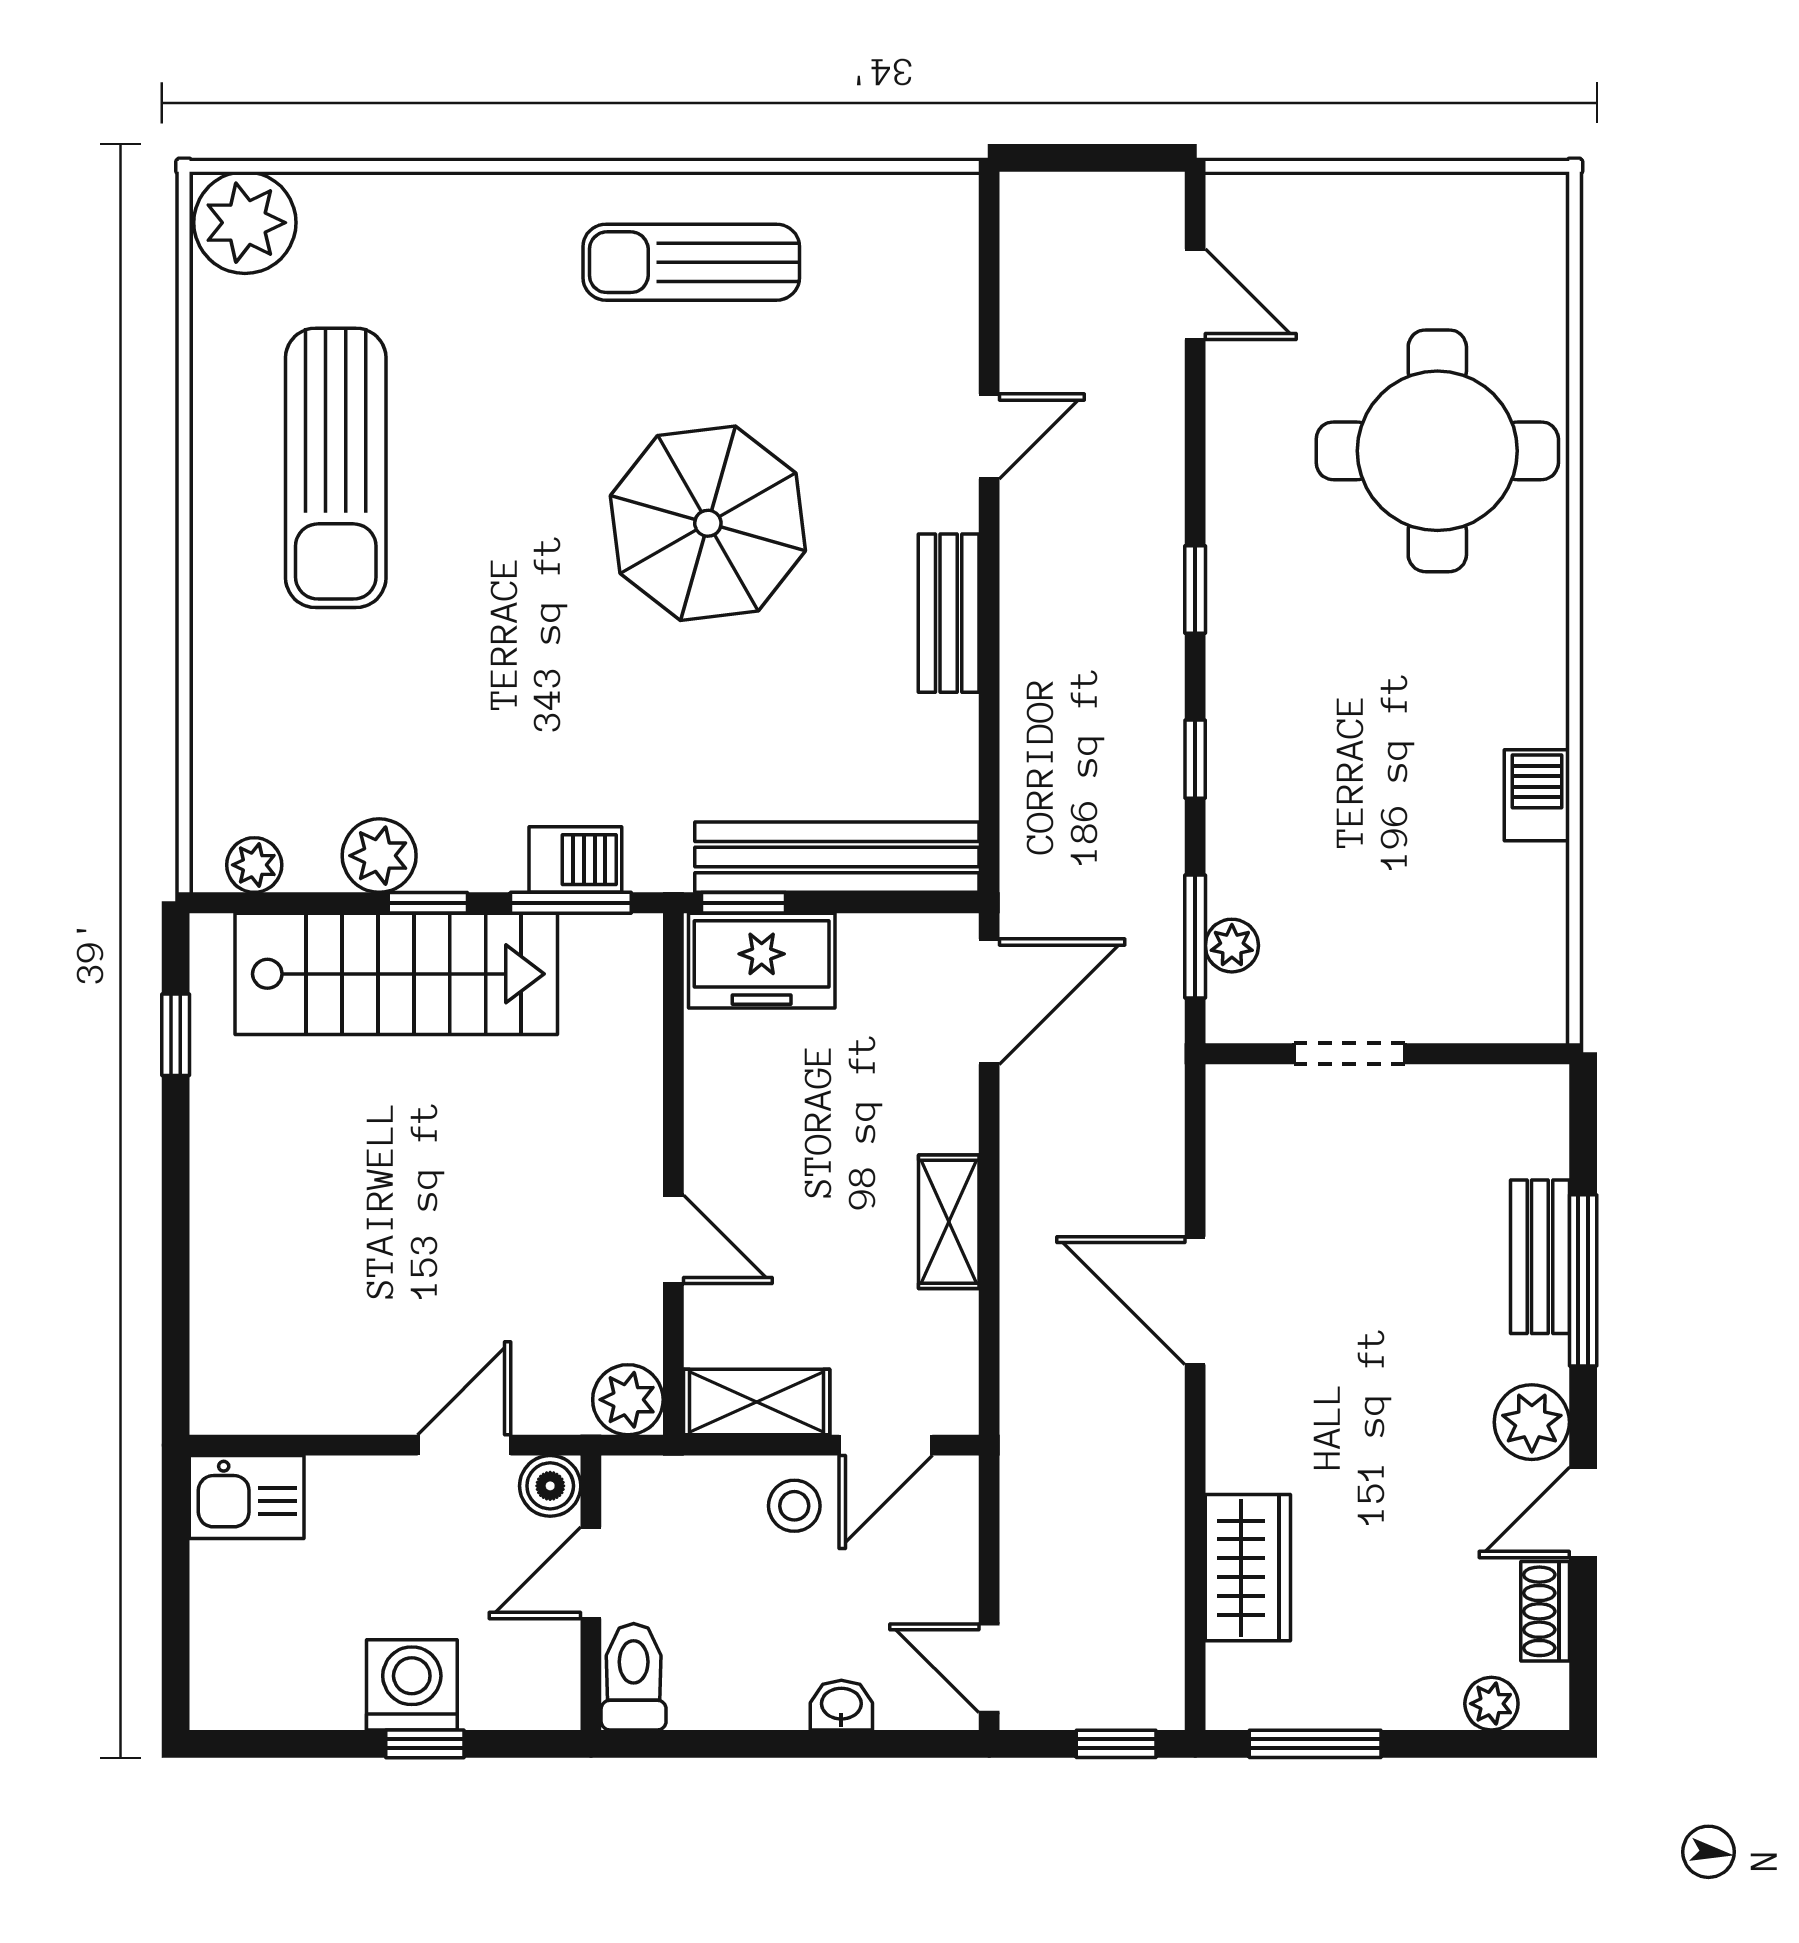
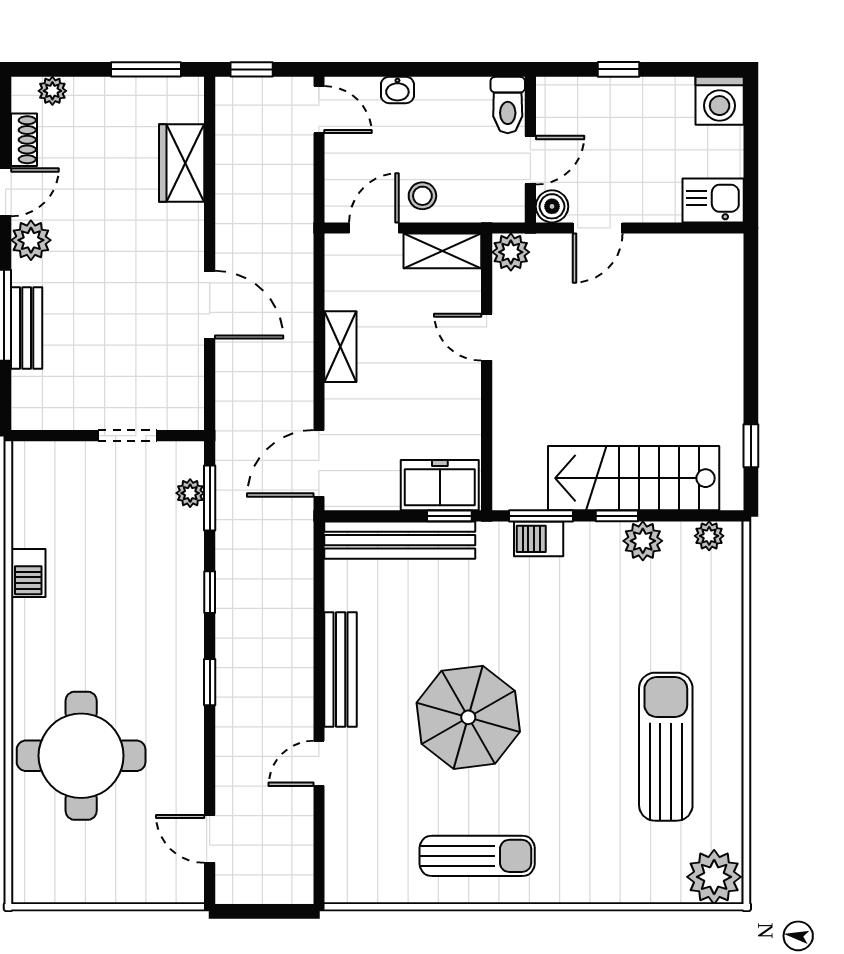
bench: (949, 613) -> (341, 670), width x1.36
washing machine: (412, 1685) -> (720, 101), moved

